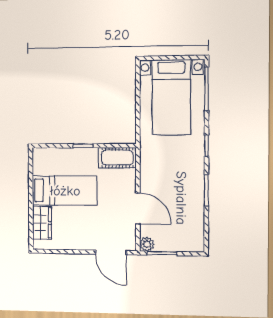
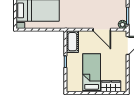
door: (138, 208) -> (102, 30), swing flipped

